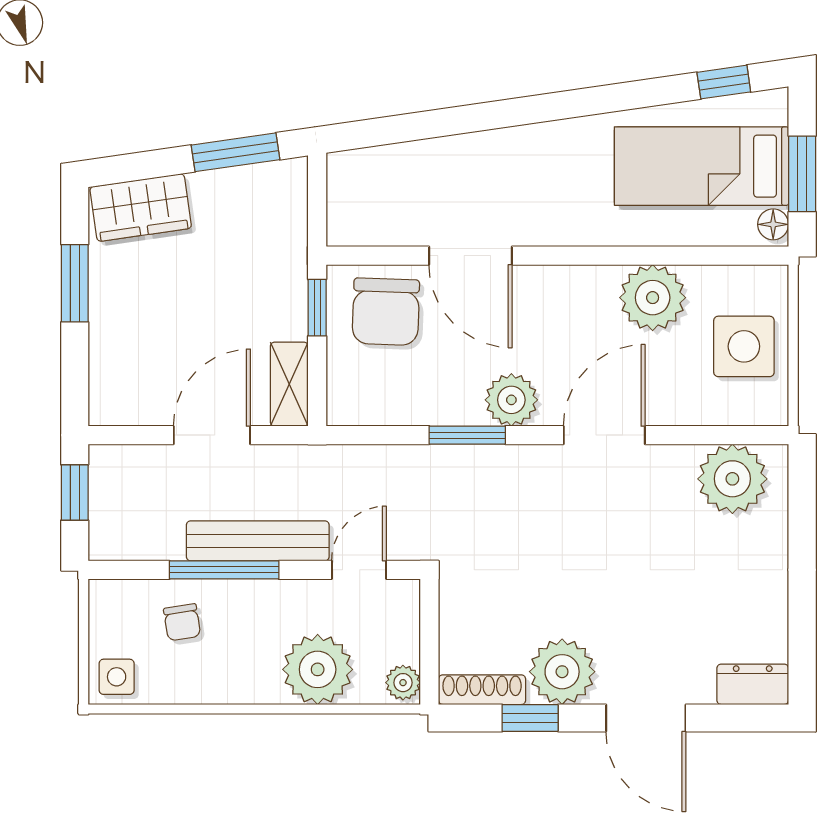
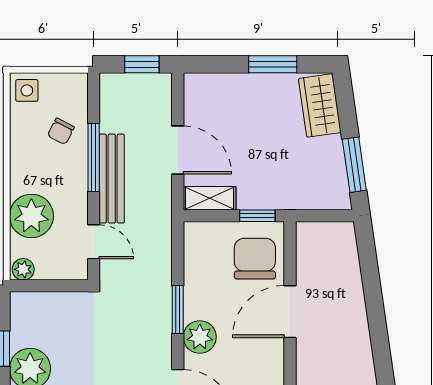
chair: (386, 312) -> (255, 259), turned 88
chair: (182, 622) -> (61, 131), turned -54
shoe rack: (482, 690) -> (19, 319), removed

